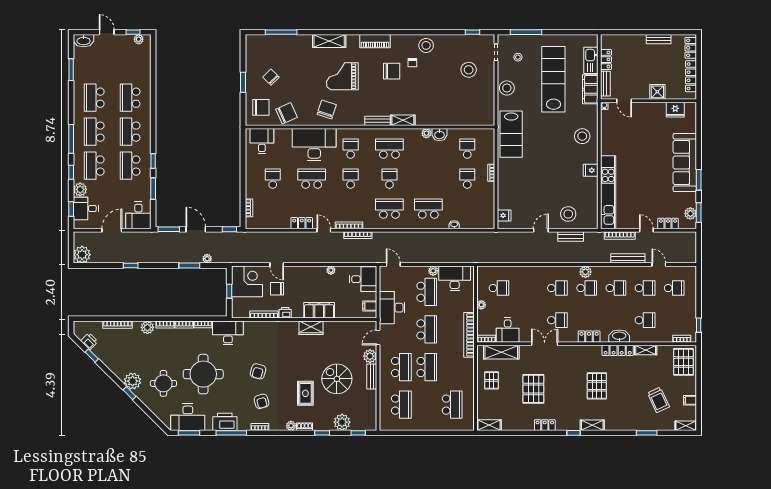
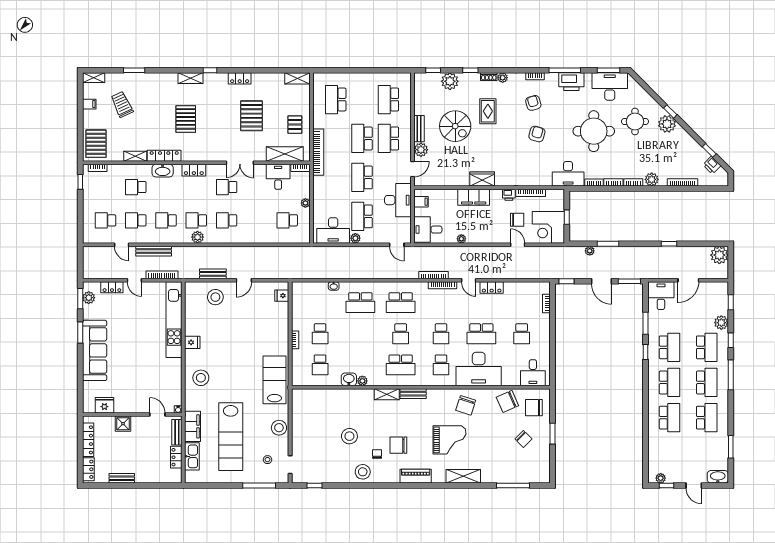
stool: (469, 70) -> (349, 436), moved
desk: (86, 209) -> (716, 303), removed
bookcase: (469, 335) -> (318, 152), moved

